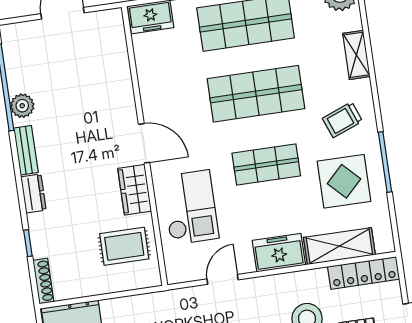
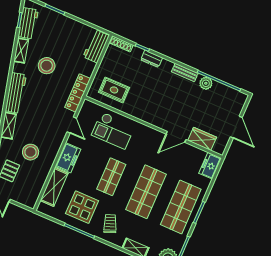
door: (144, 143) -> (176, 137), moved
wardrobe: (135, 190) -> (202, 139), moved
dresser: (33, 193) -> (152, 59), moved
rug: (124, 246) -> (114, 90), turned 90
locker: (364, 273) -> (78, 93), moved

